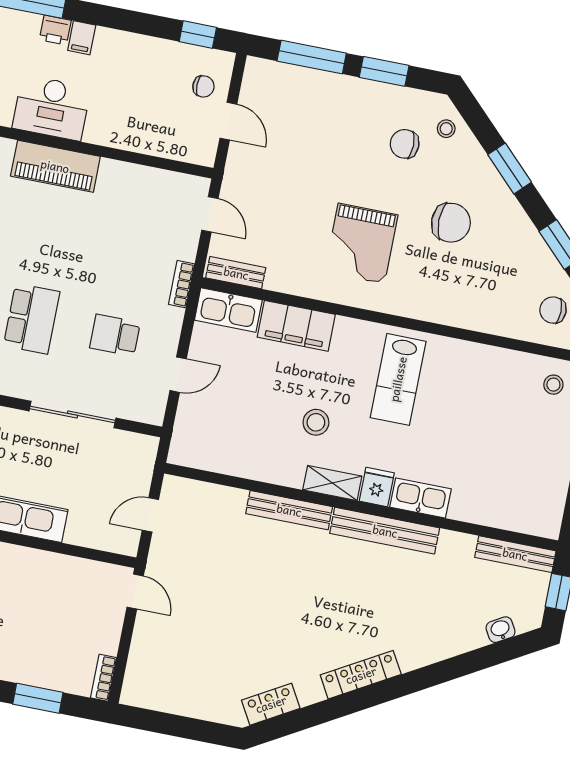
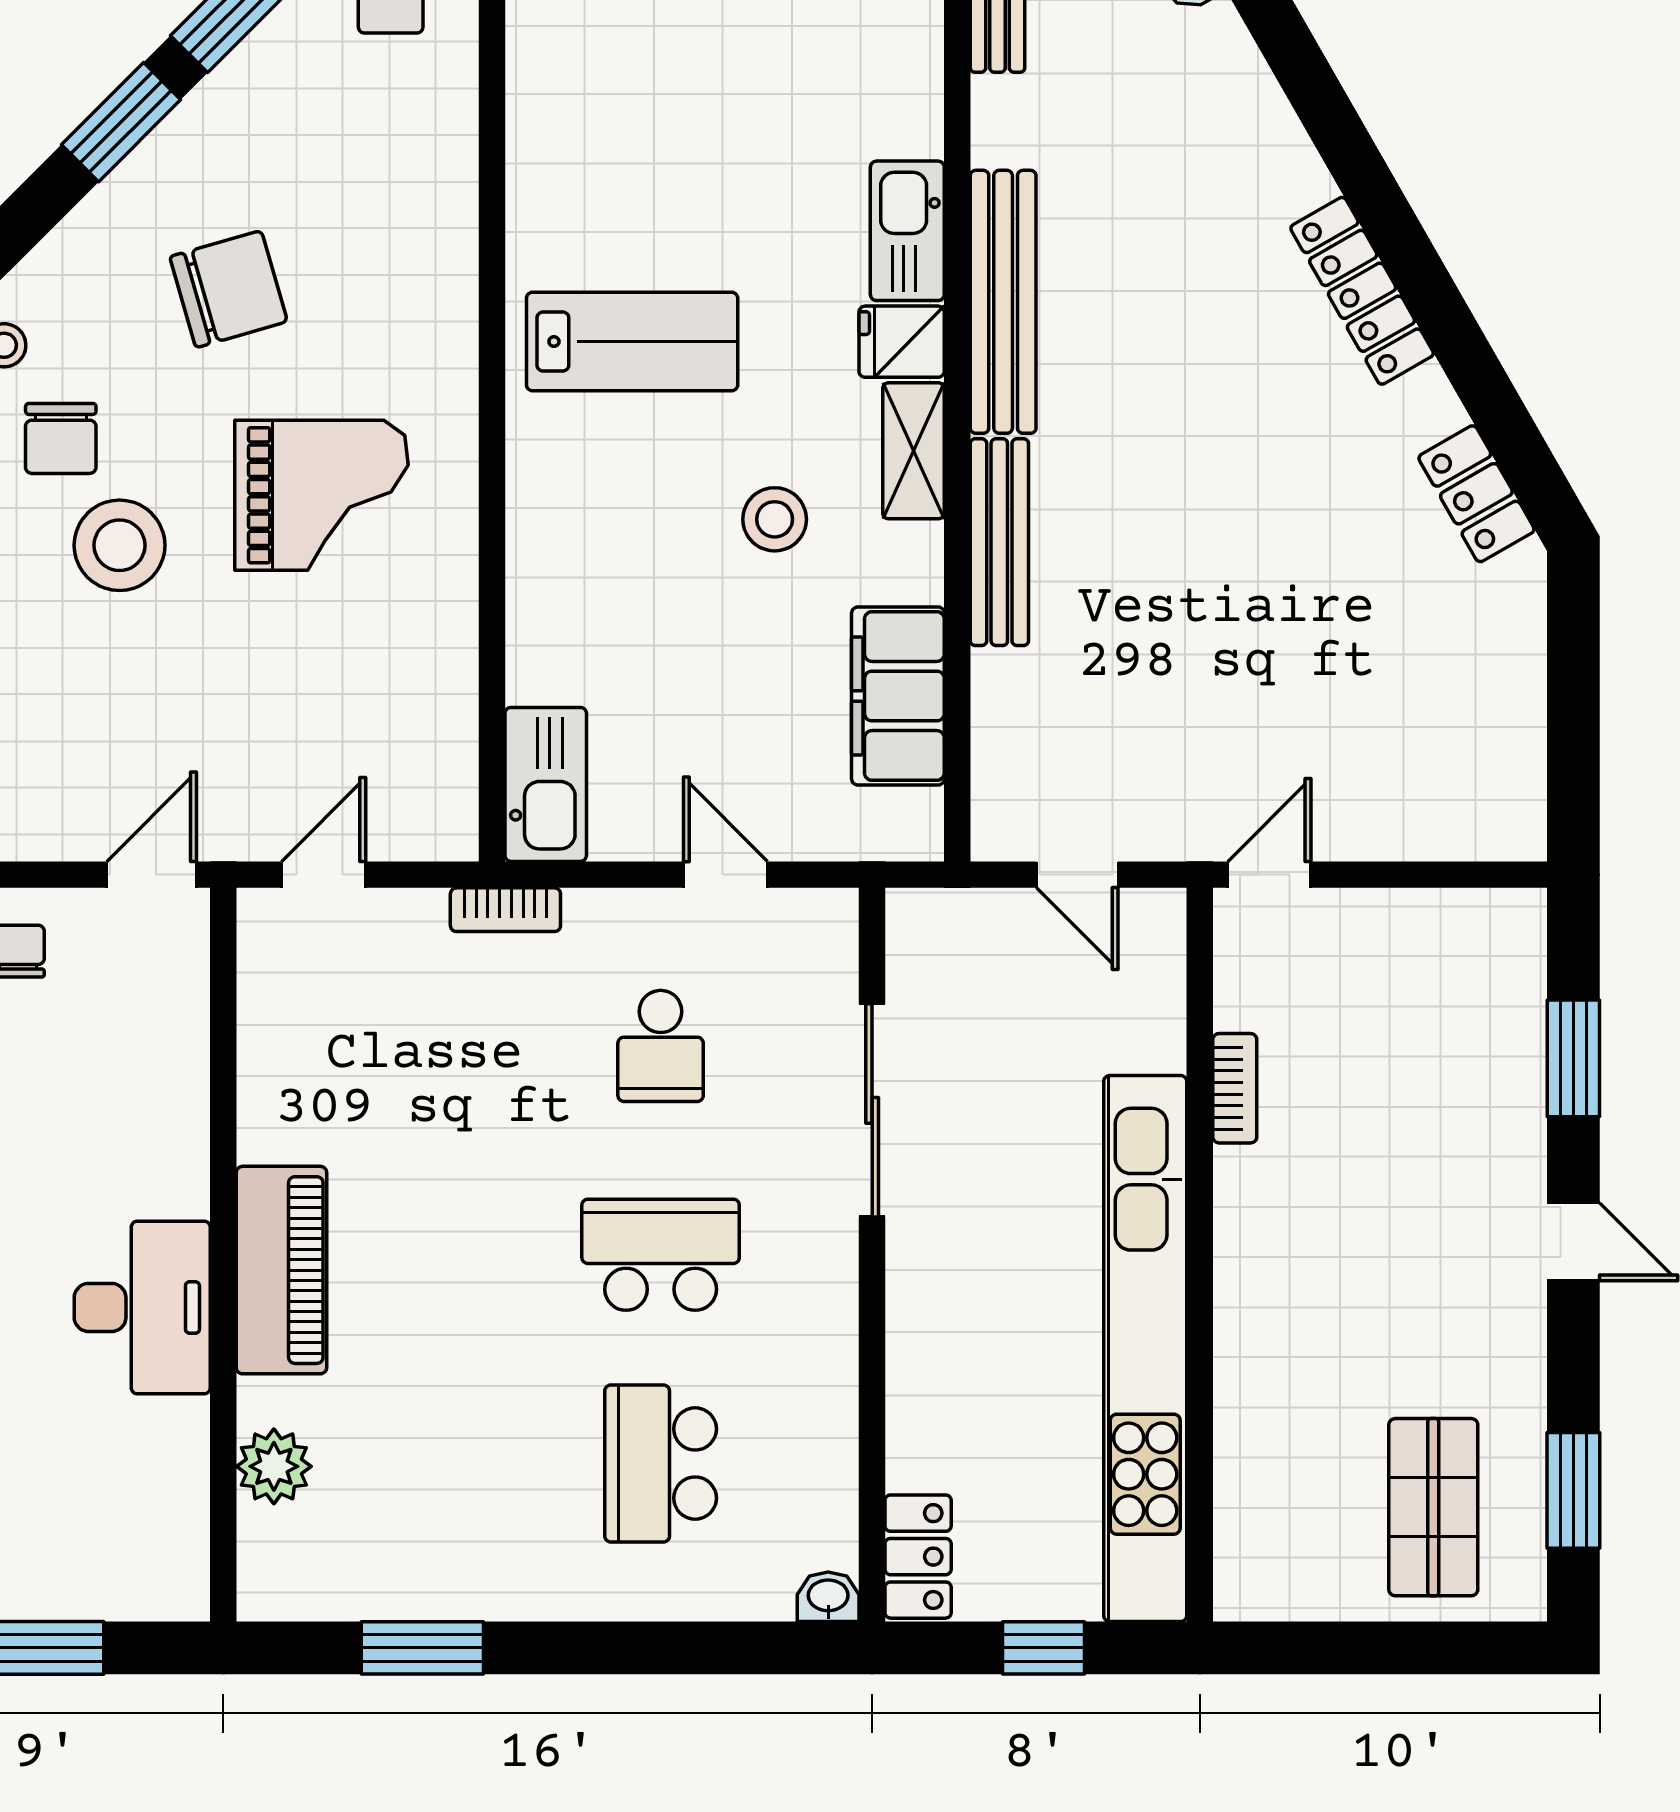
door: (228, 121) -> (152, 875), moved
stool: (357, 159) -> (120, 545), added
window: (510, 168) -> (121, 122), moved
chair: (451, 223) -> (229, 289), turned 74
bench: (236, 273) -> (452, 784), removed
filing cabinet: (296, 326) -> (898, 696), moved, turned 180
bookcase: (104, 678) -> (1235, 1088), moved, turned -90

